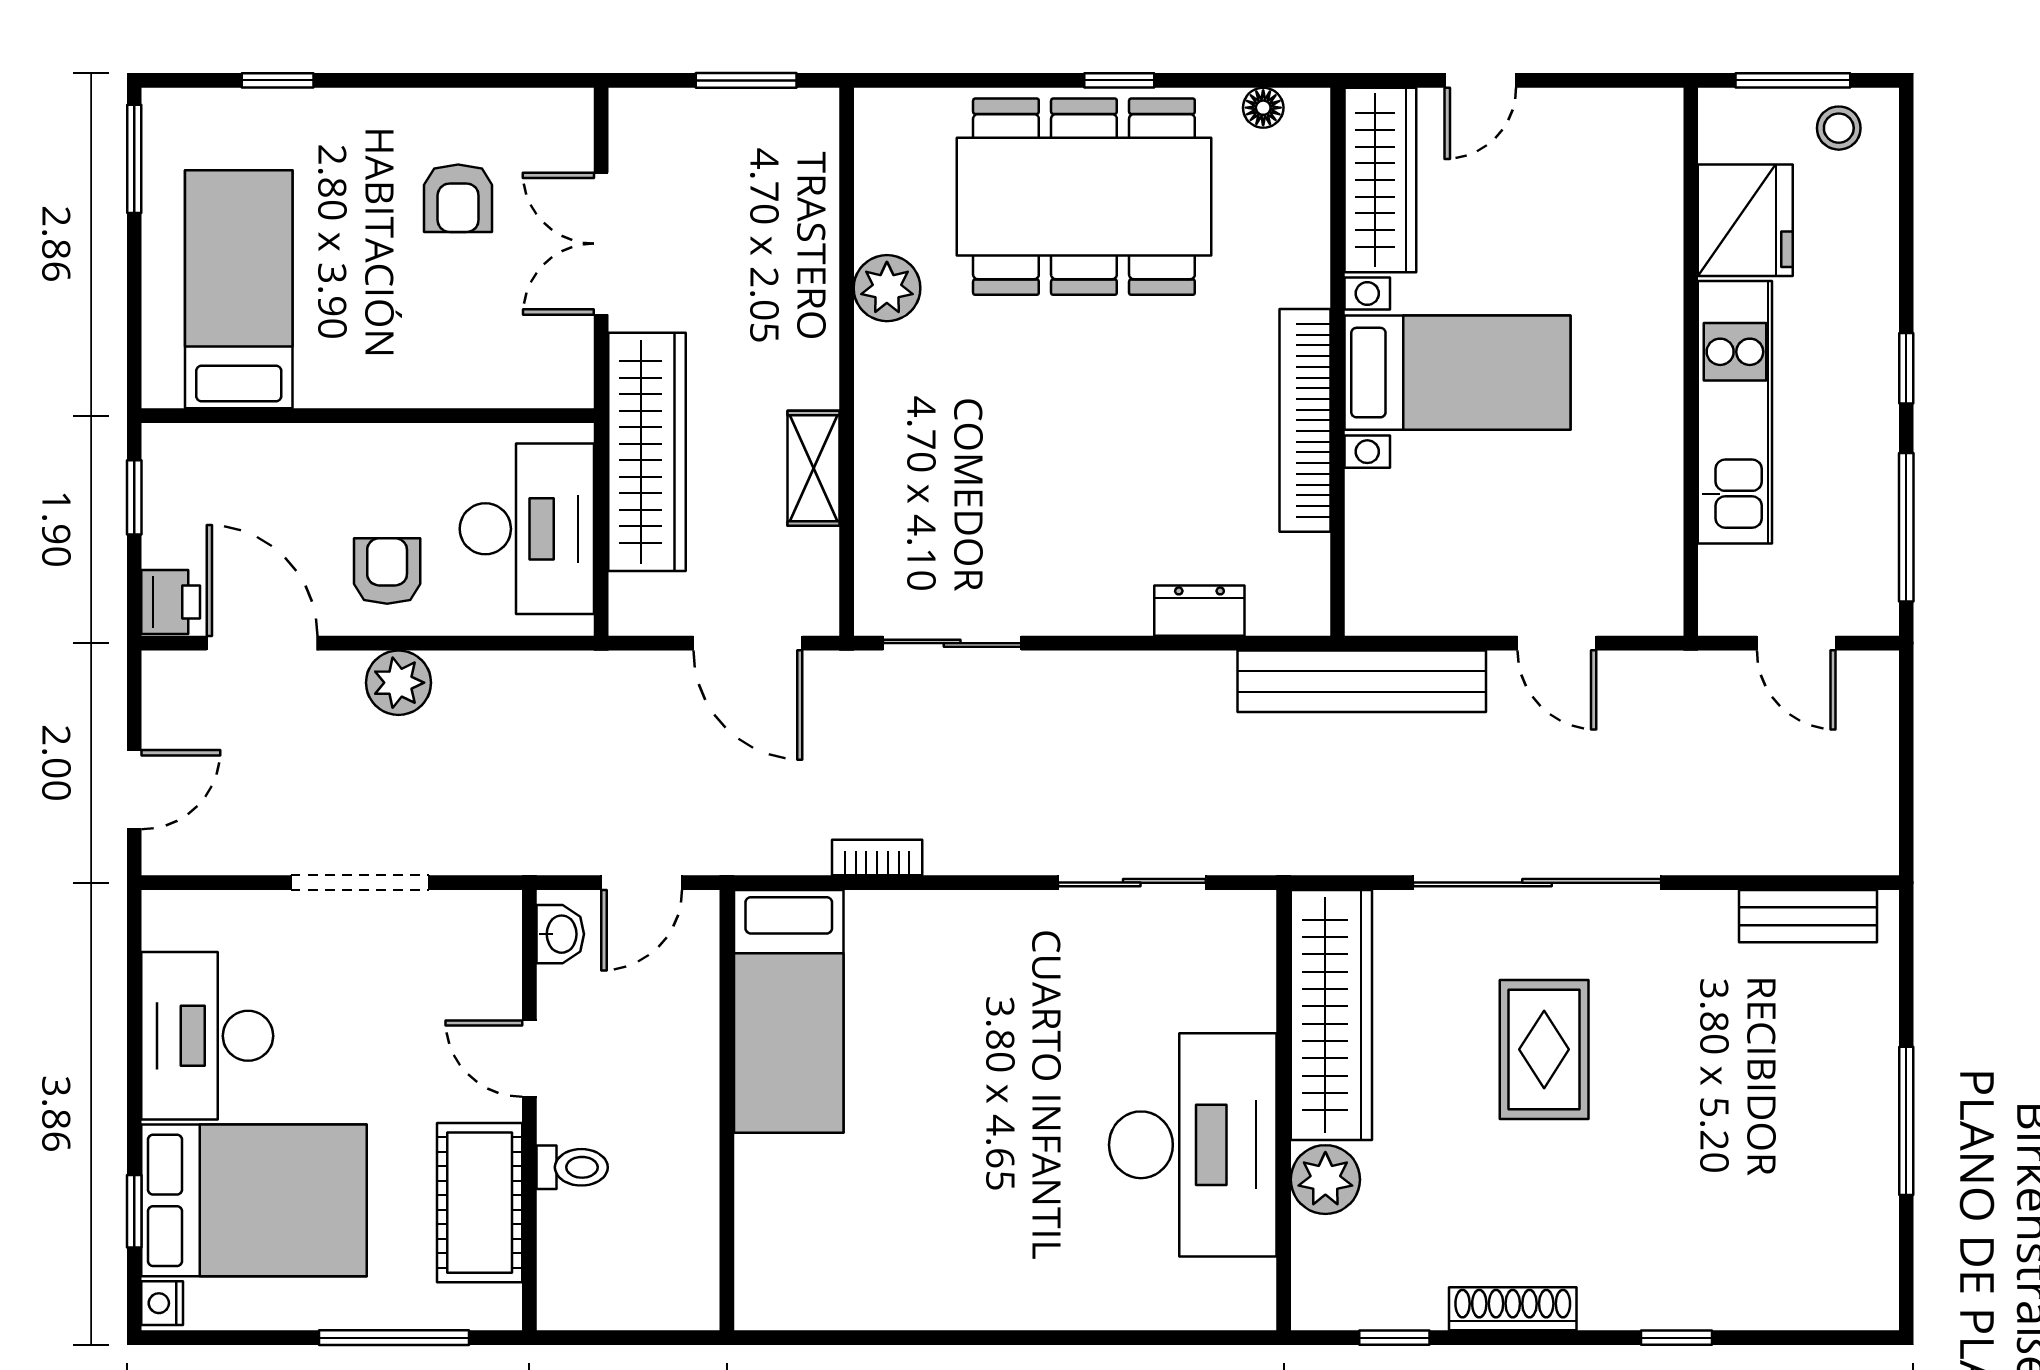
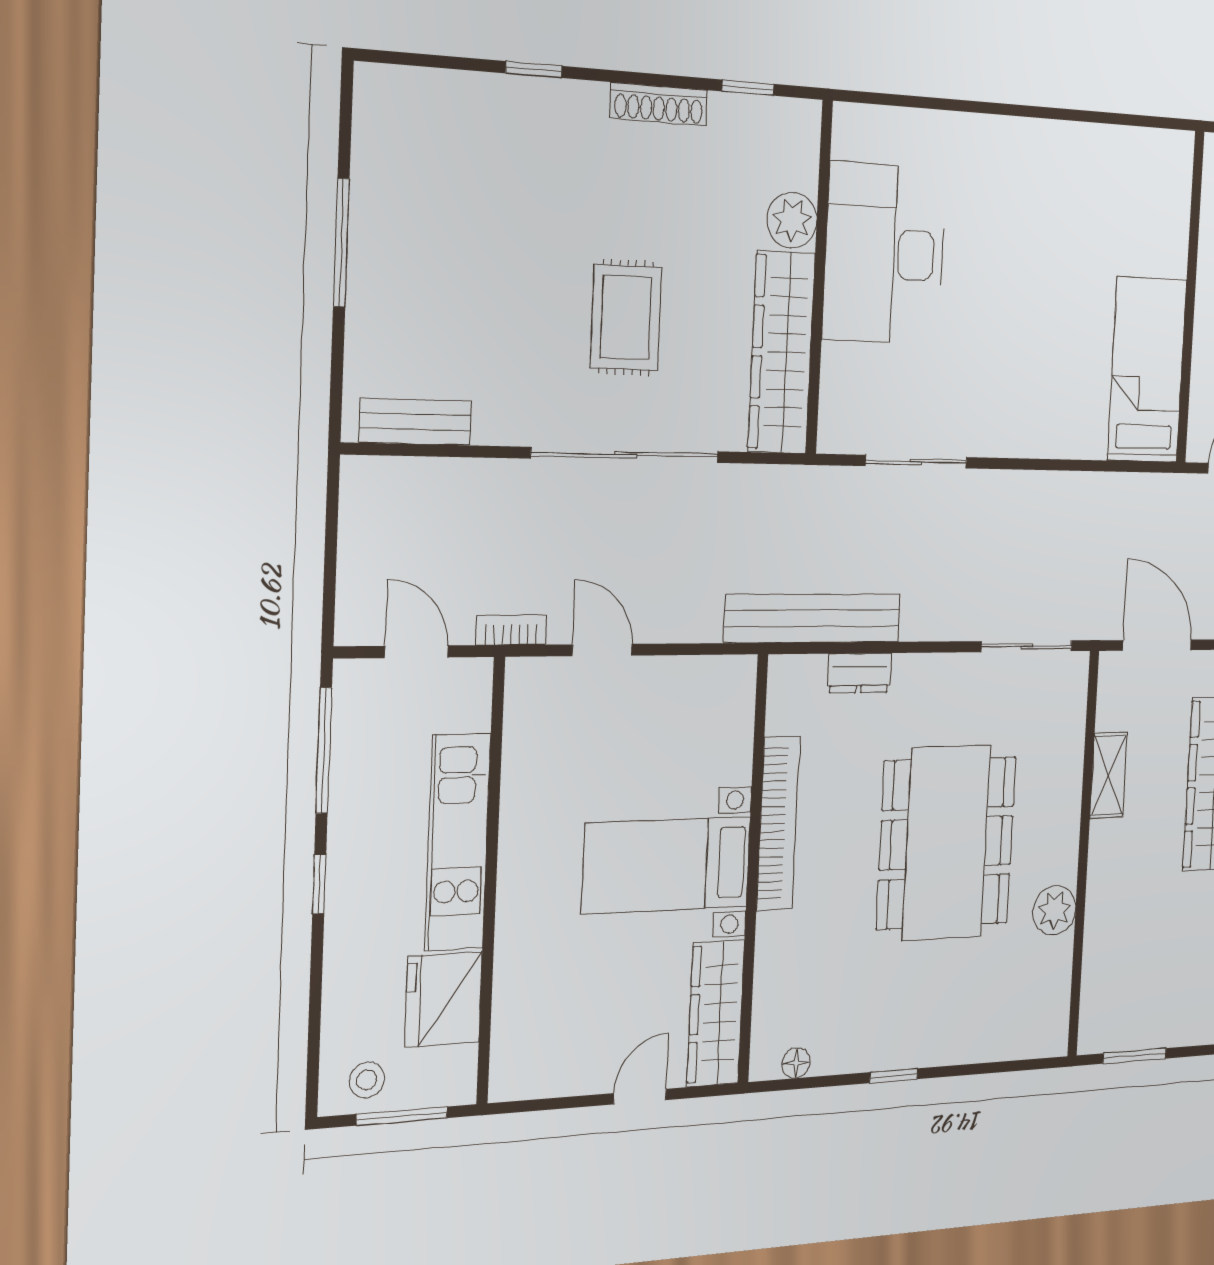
dining table: (1084, 197) -> (946, 843), moved, turned 90
bench: (1362, 681) -> (813, 618), moved
bookcase: (877, 857) -> (511, 630), moved, turned 180

